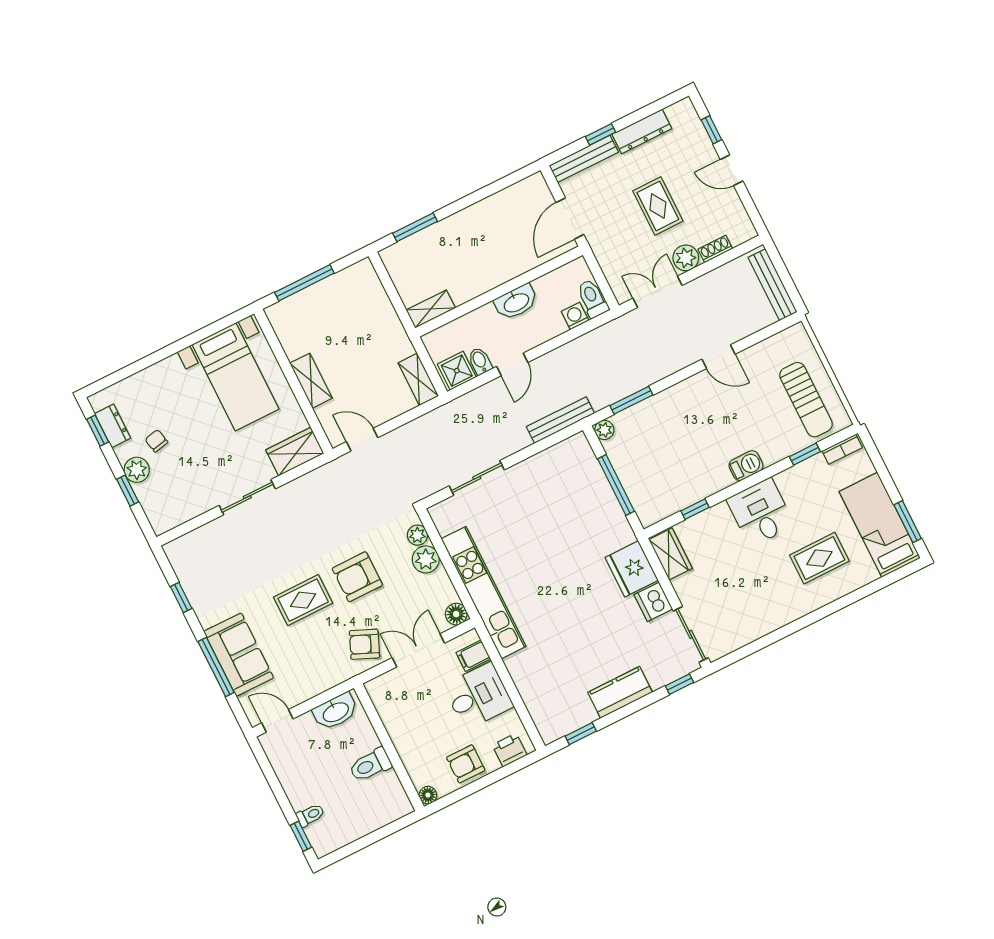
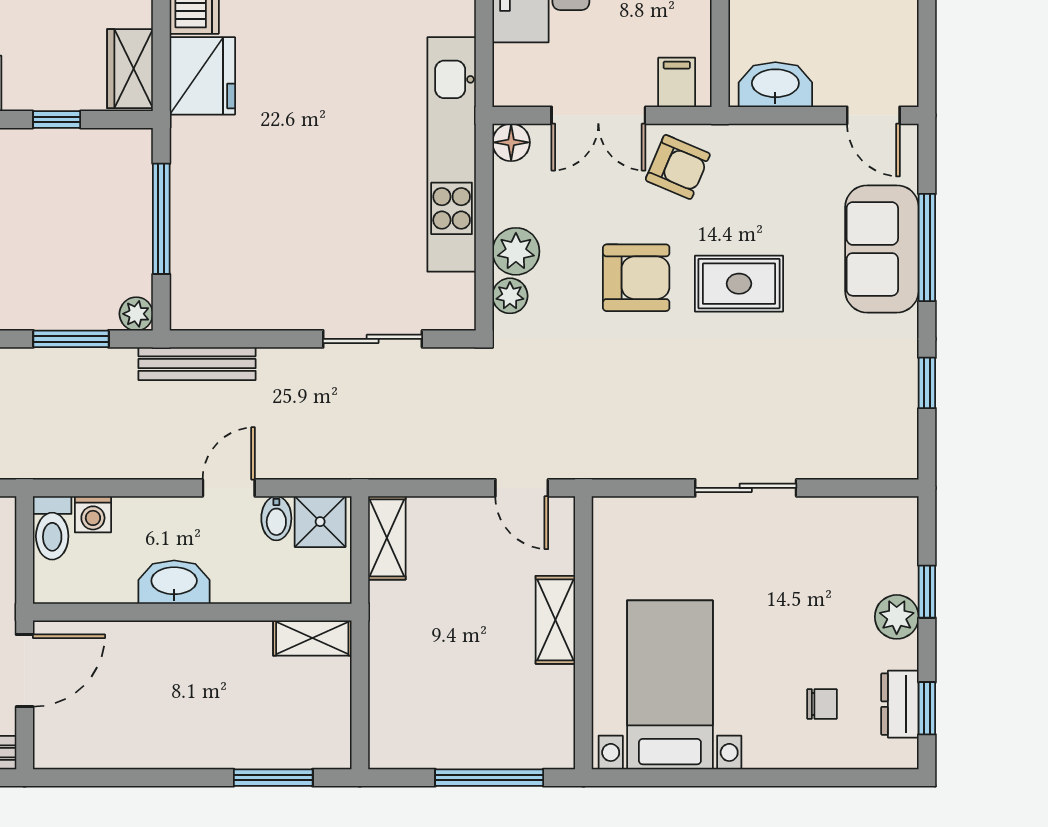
chair: (156, 441) -> (822, 704), moved, turned -78
wardrobe: (295, 452) -> (636, 522), removed
filing cabinet: (473, 656) -> (677, 82), moved, turned -90

